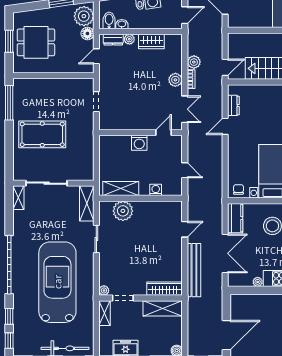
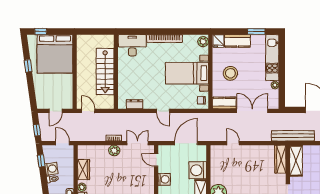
plant: (194, 62) -> (100, 136), removed
door: (225, 67) -> (88, 111), moved
door: (225, 126) -> (163, 111), moved
door: (185, 170) -> (186, 143), width x1.87
washing machine: (156, 190) -> (198, 170), width x1.89, depth x1.89
bench: (194, 270) -> (293, 136), moved

